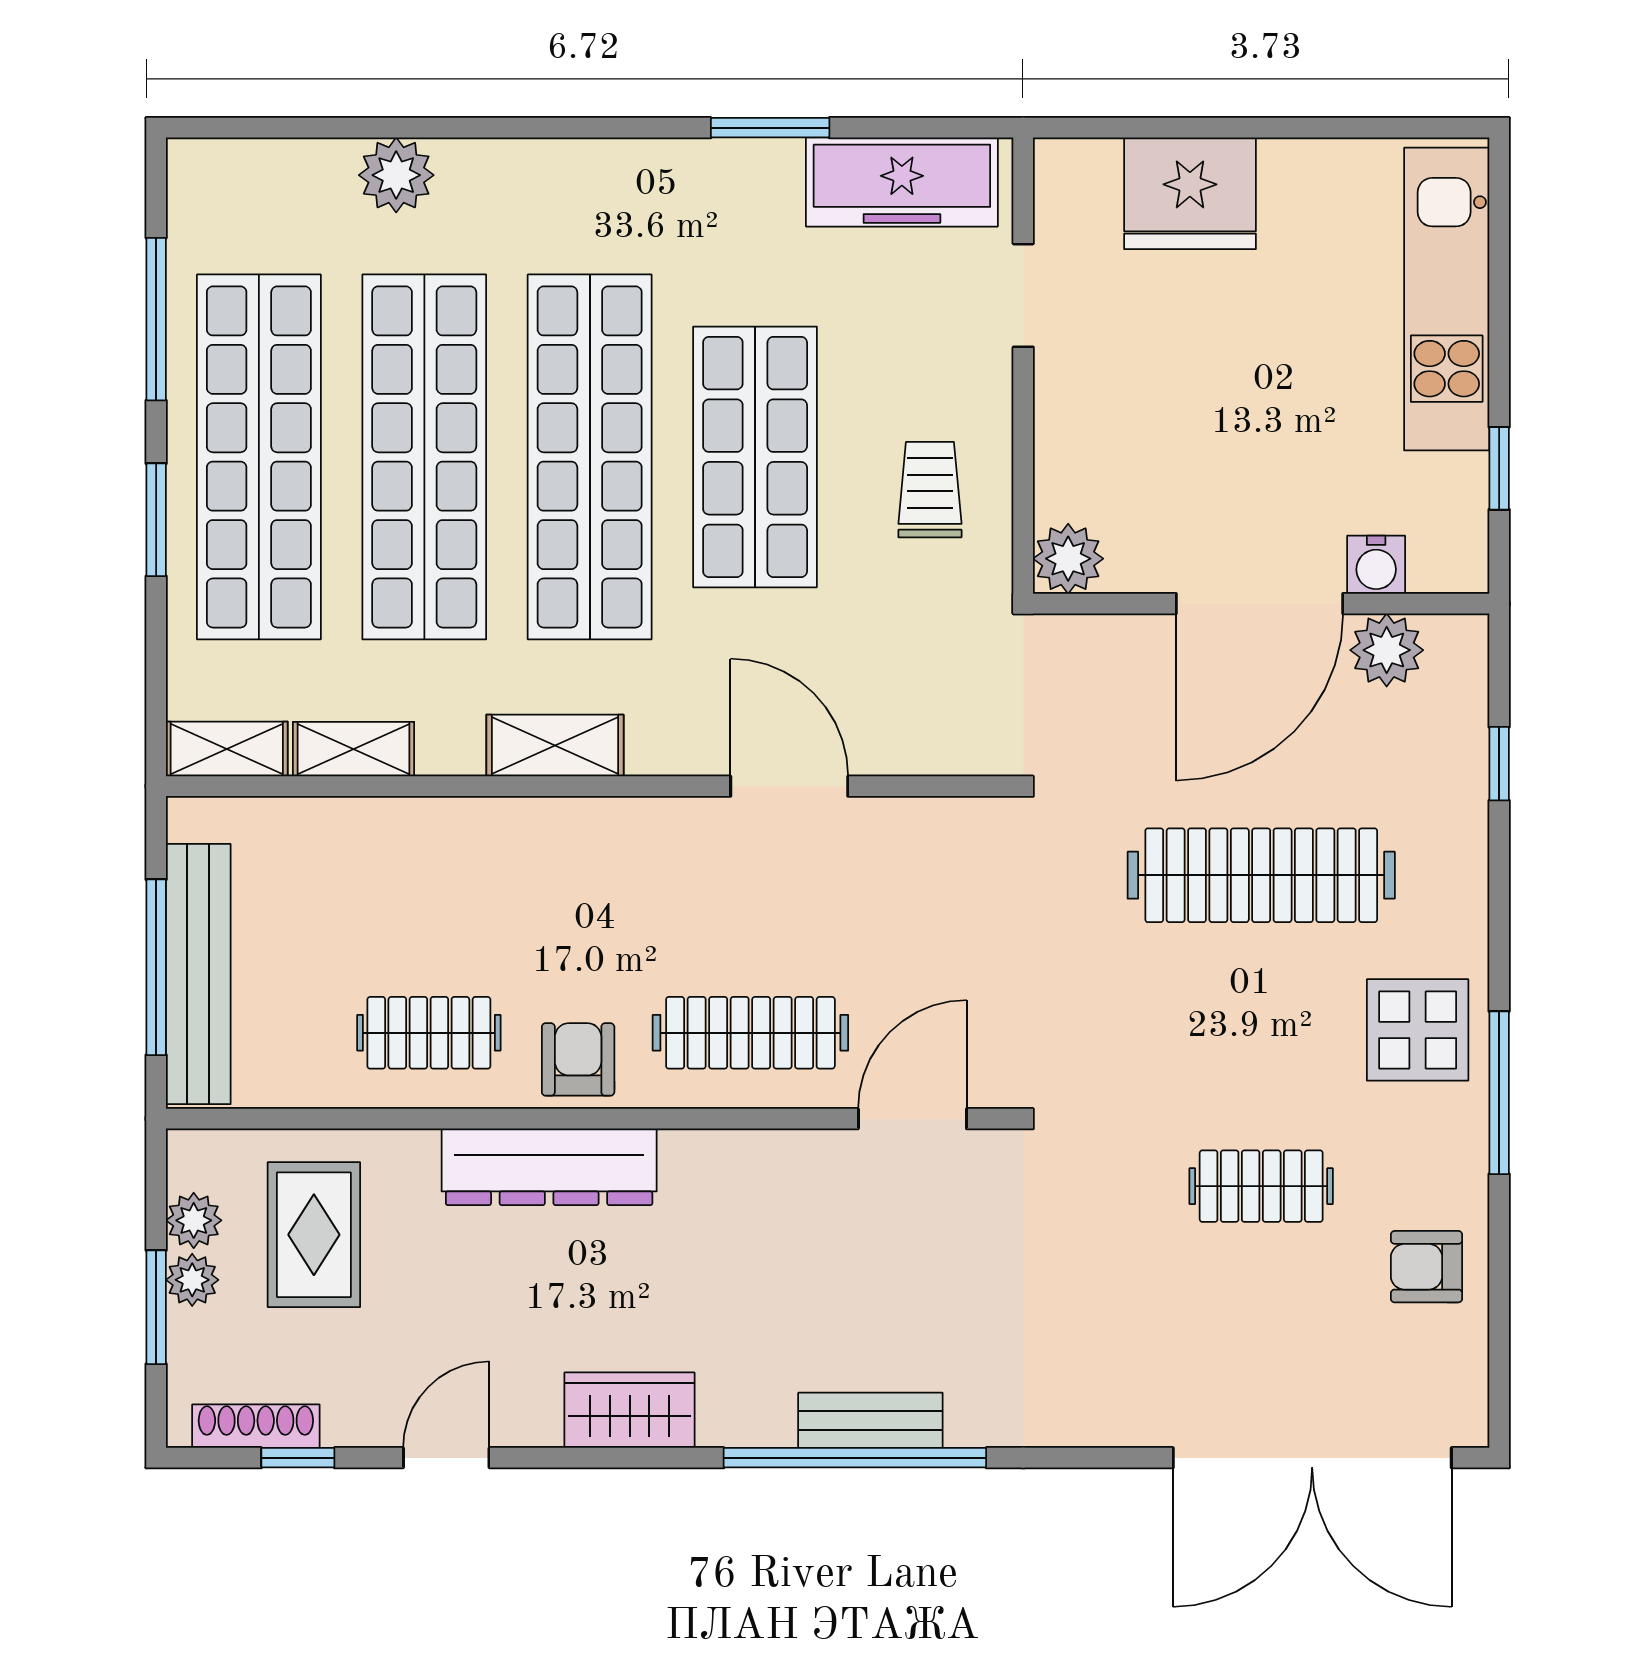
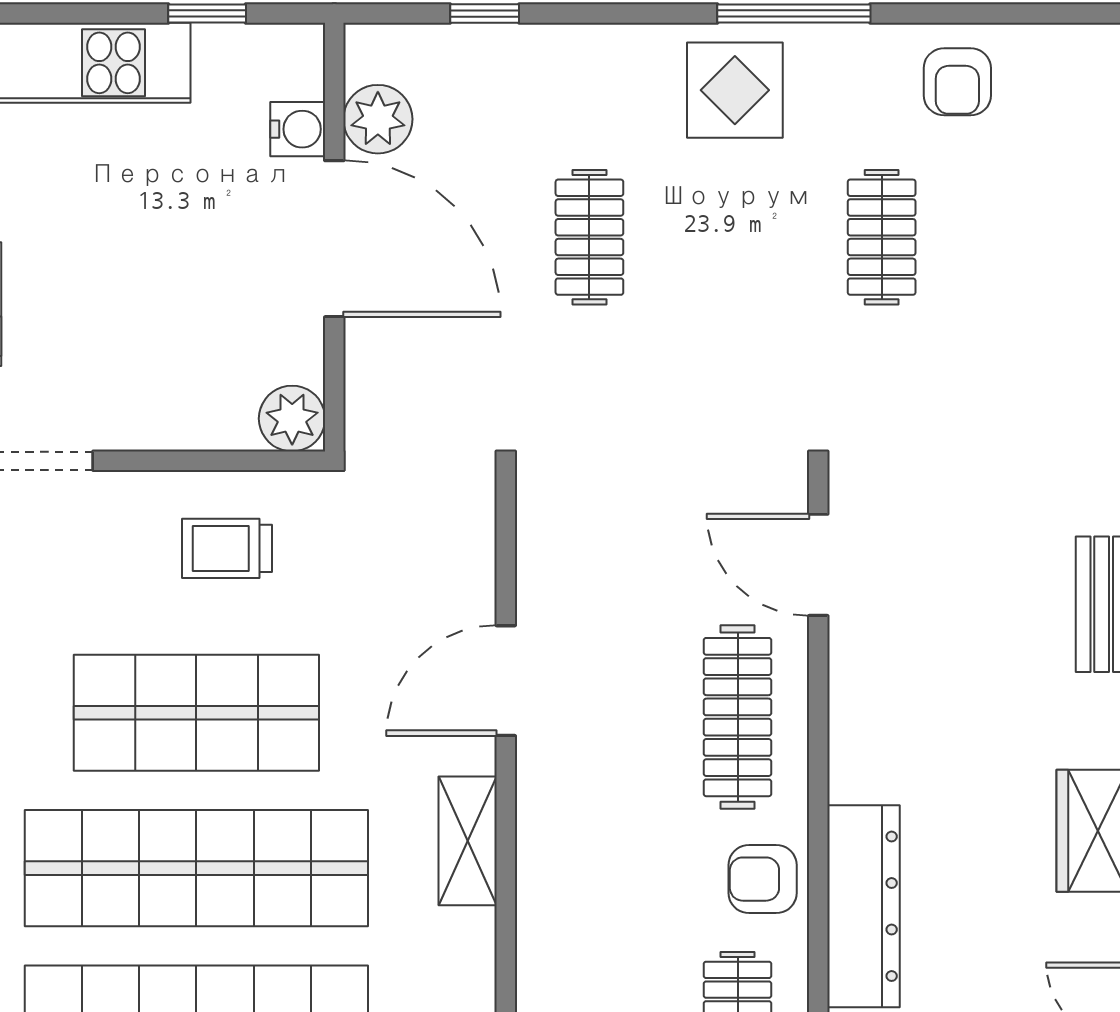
shelving: (555, 745) -> (468, 841), moved
clothes rail: (1261, 875) -> (589, 237), width x0.54, depth x0.76

